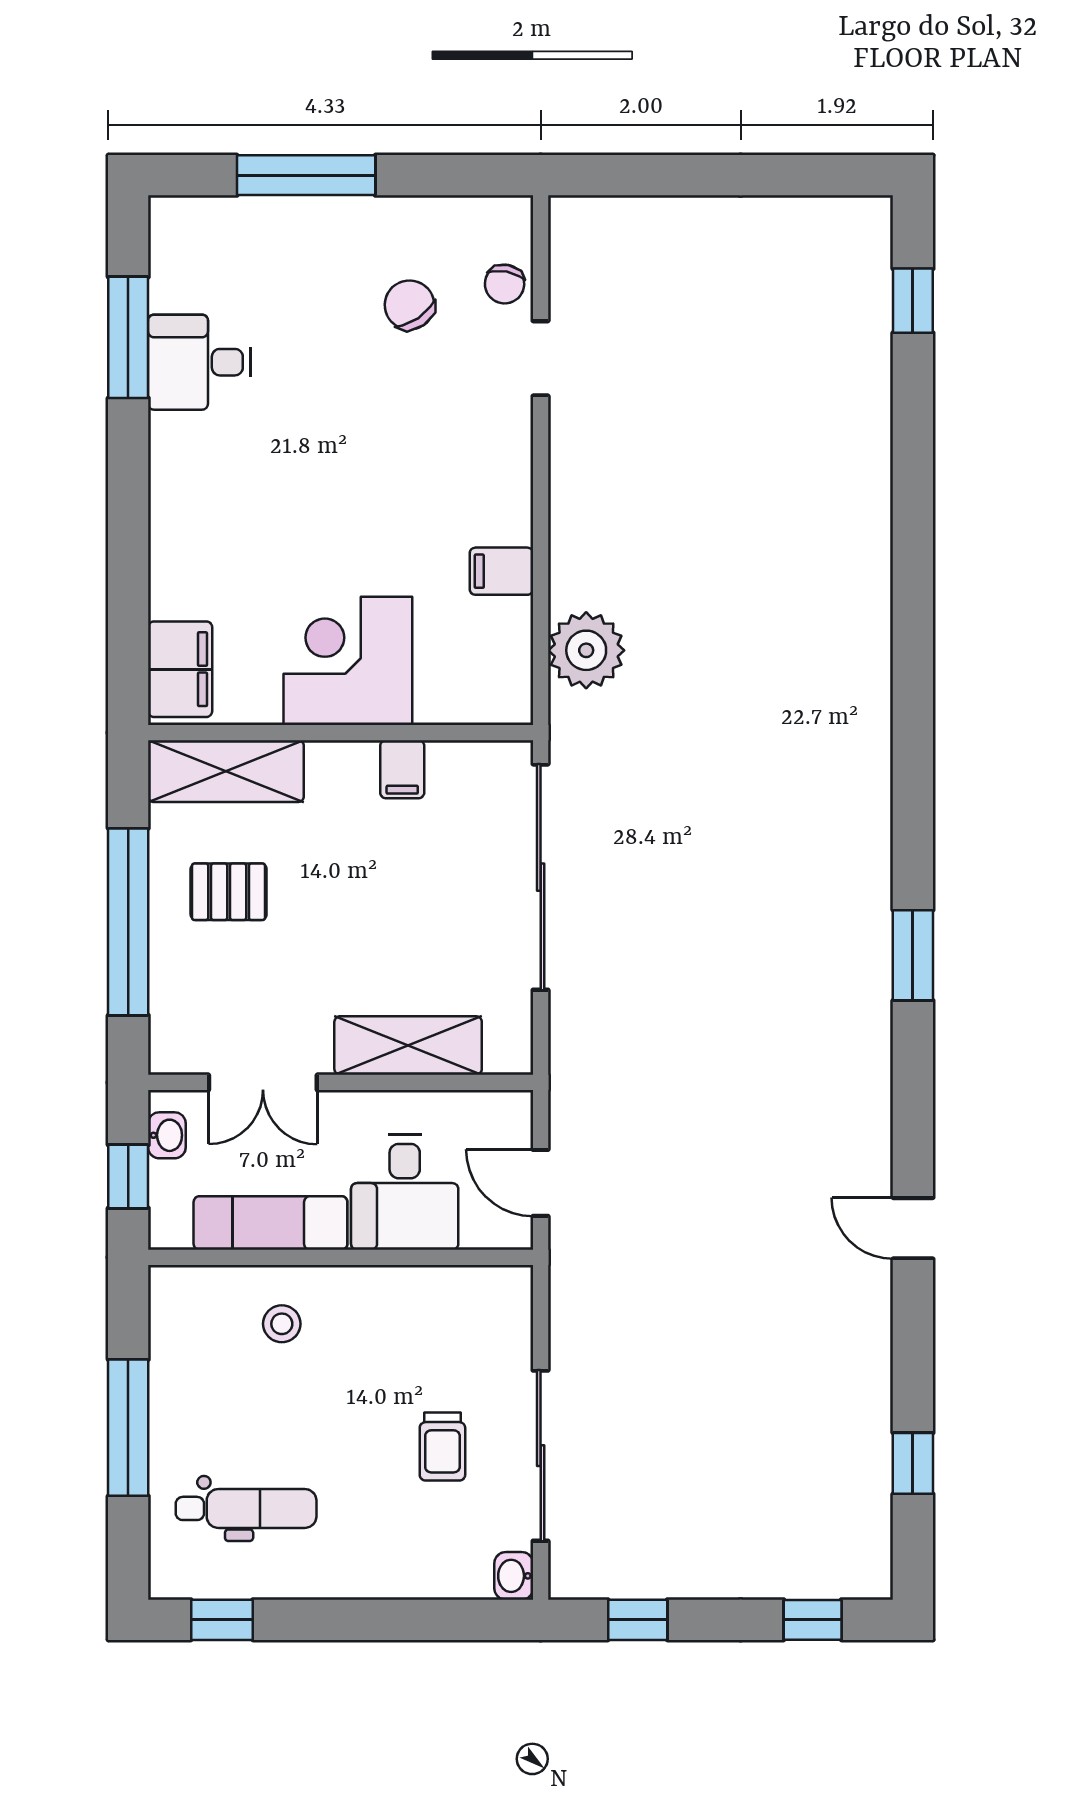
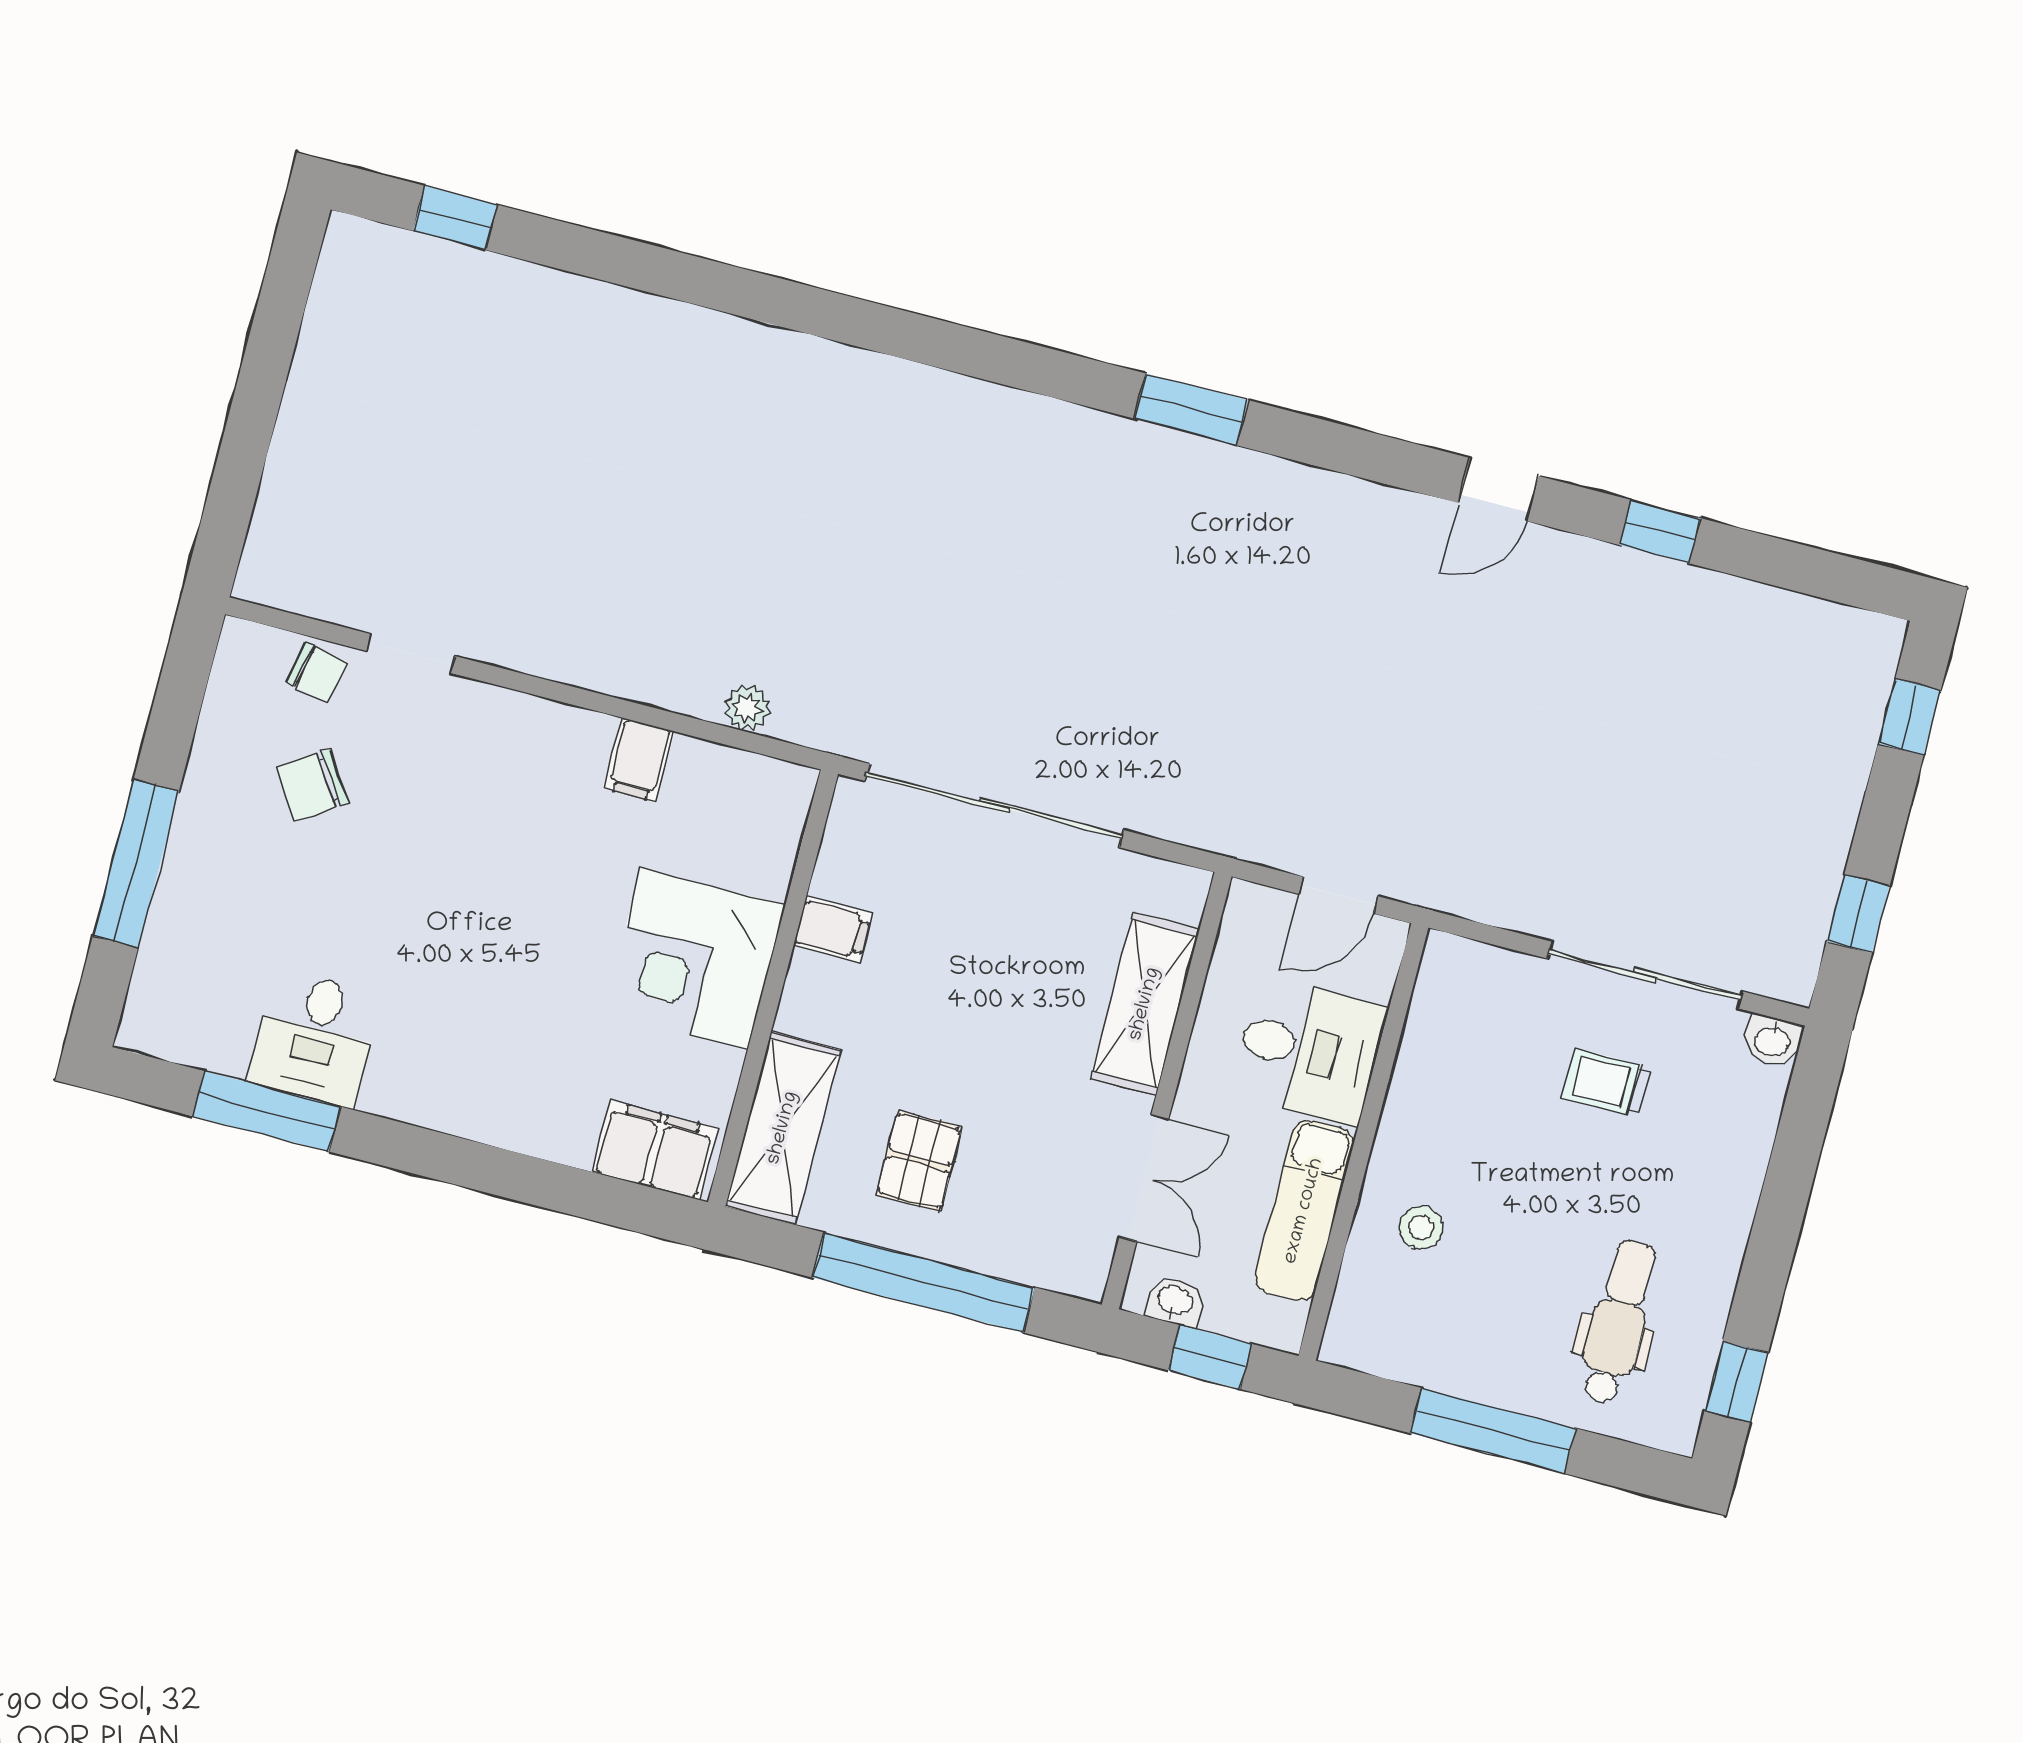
plant: (586, 650) -> (747, 708), width x0.53, depth x0.53
trolley: (442, 1447) -> (1606, 1083), turned 180
window: (913, 1463) -> (1660, 532), moved

